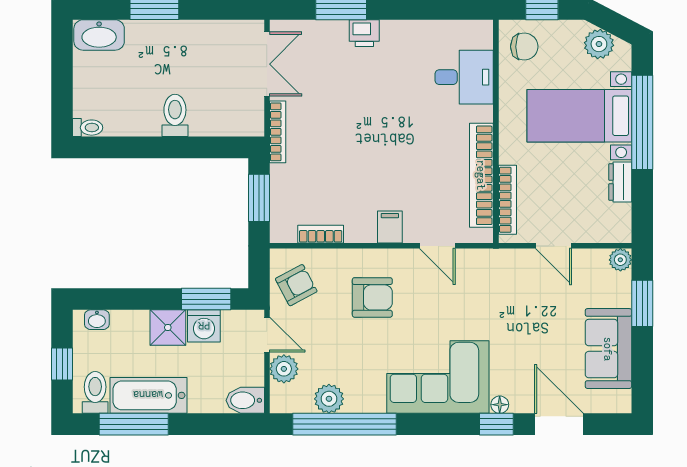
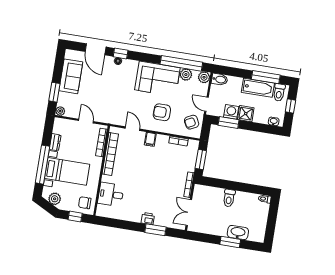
washbasin: (99, 35) -> (238, 233), moved
plant: (284, 369) -> (204, 77), moved
corner sofa: (438, 377) -> (157, 79), moved

